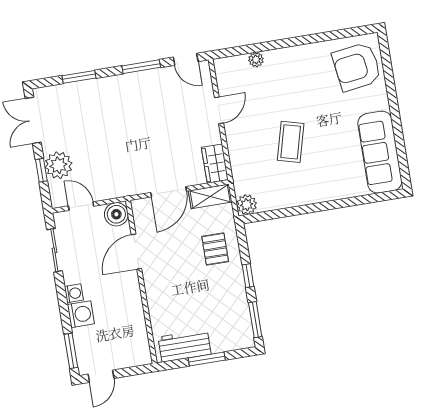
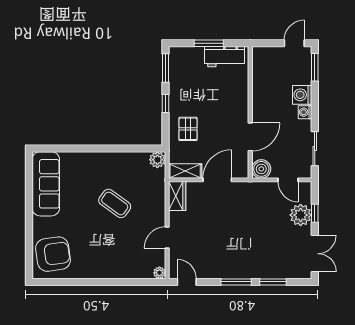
plant: (256, 60) -> (159, 273), moved
window: (141, 67) -> (236, 282), moved
coffee table: (291, 142) -> (115, 203), turned -69

